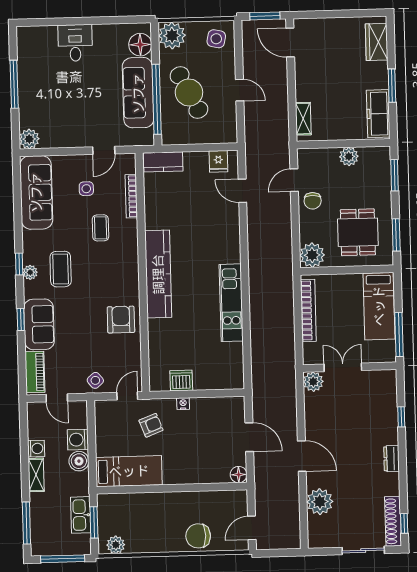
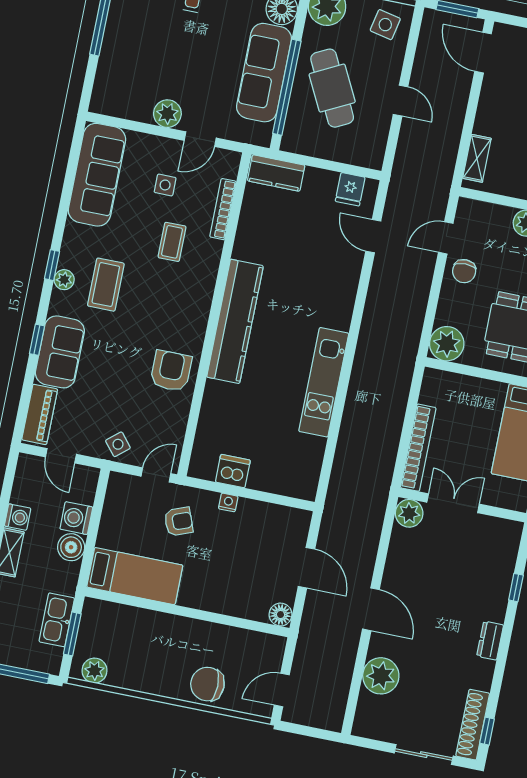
plant: (29, 139) -> (167, 114), moved
bookcase: (308, 310) -> (418, 448), moved

